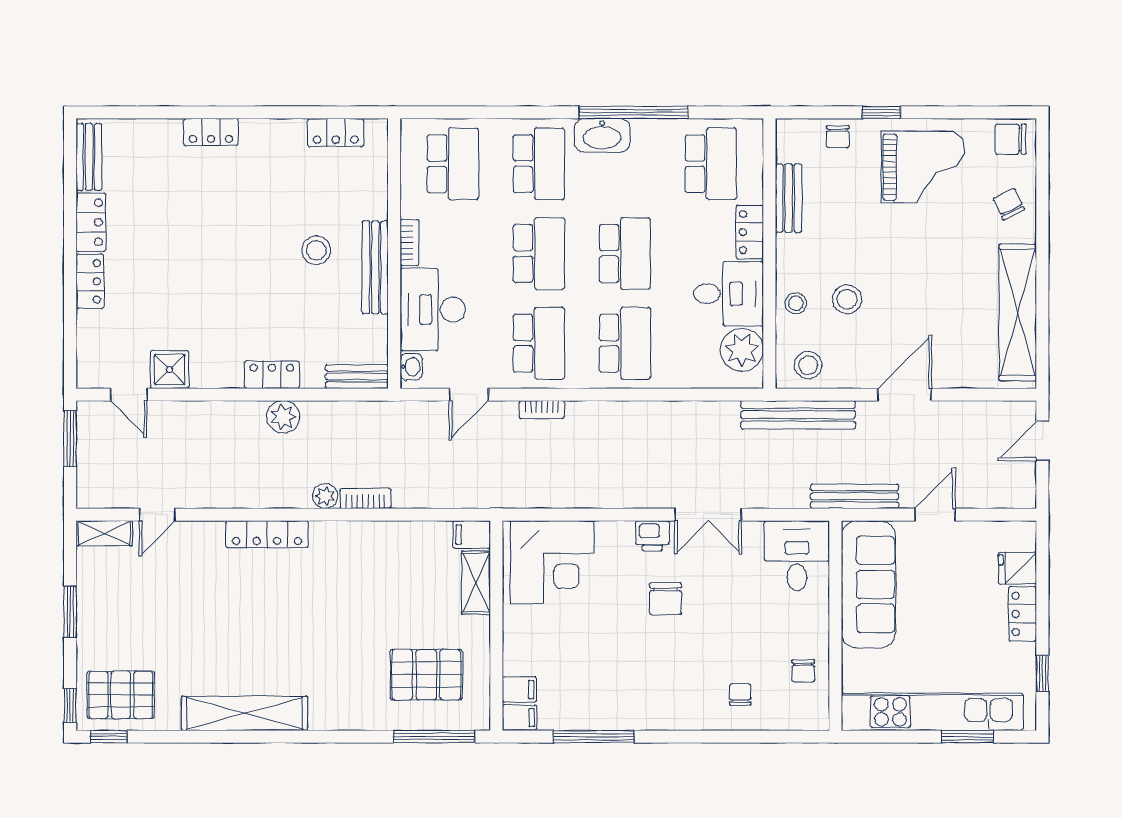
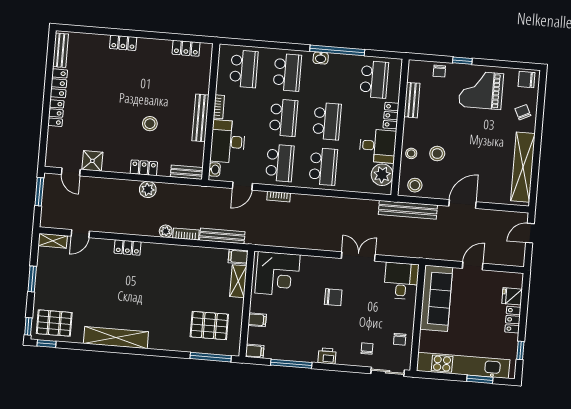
washbasin: (602, 135) -> (321, 58), width x0.52, depth x0.69
grand piano: (923, 167) -> (481, 90), turned 180
stool: (316, 250) -> (150, 124), moved
bench: (855, 496) -> (222, 236), moved
double door: (708, 515) -> (358, 256), swing flipped
locker: (267, 534) -> (128, 247), width x0.66
printer: (652, 536) -> (327, 356), moved, turned 180
chair: (666, 599) -> (333, 297), turned -90
filing cabinet: (519, 689) -> (257, 320), moved
sliding door: (784, 737) -> (388, 372), added

